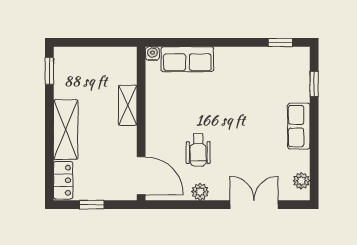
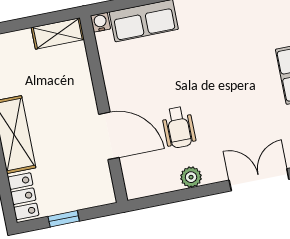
shelving: (128, 105) -> (58, 33), moved, turned 90
door: (141, 176) -> (109, 136), moved

